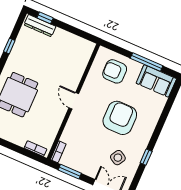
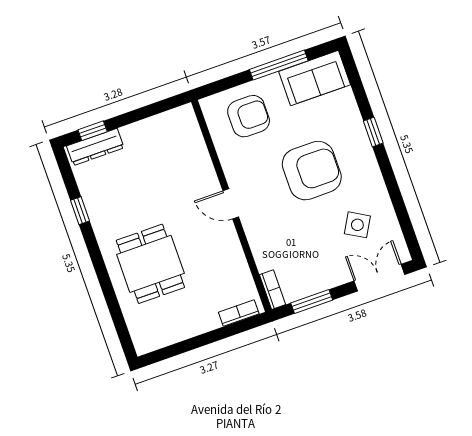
armchair: (115, 71) -> (249, 116), turned 180
armchair: (120, 118) -> (312, 171), turned 90
window: (146, 157) -> (373, 132), moved

